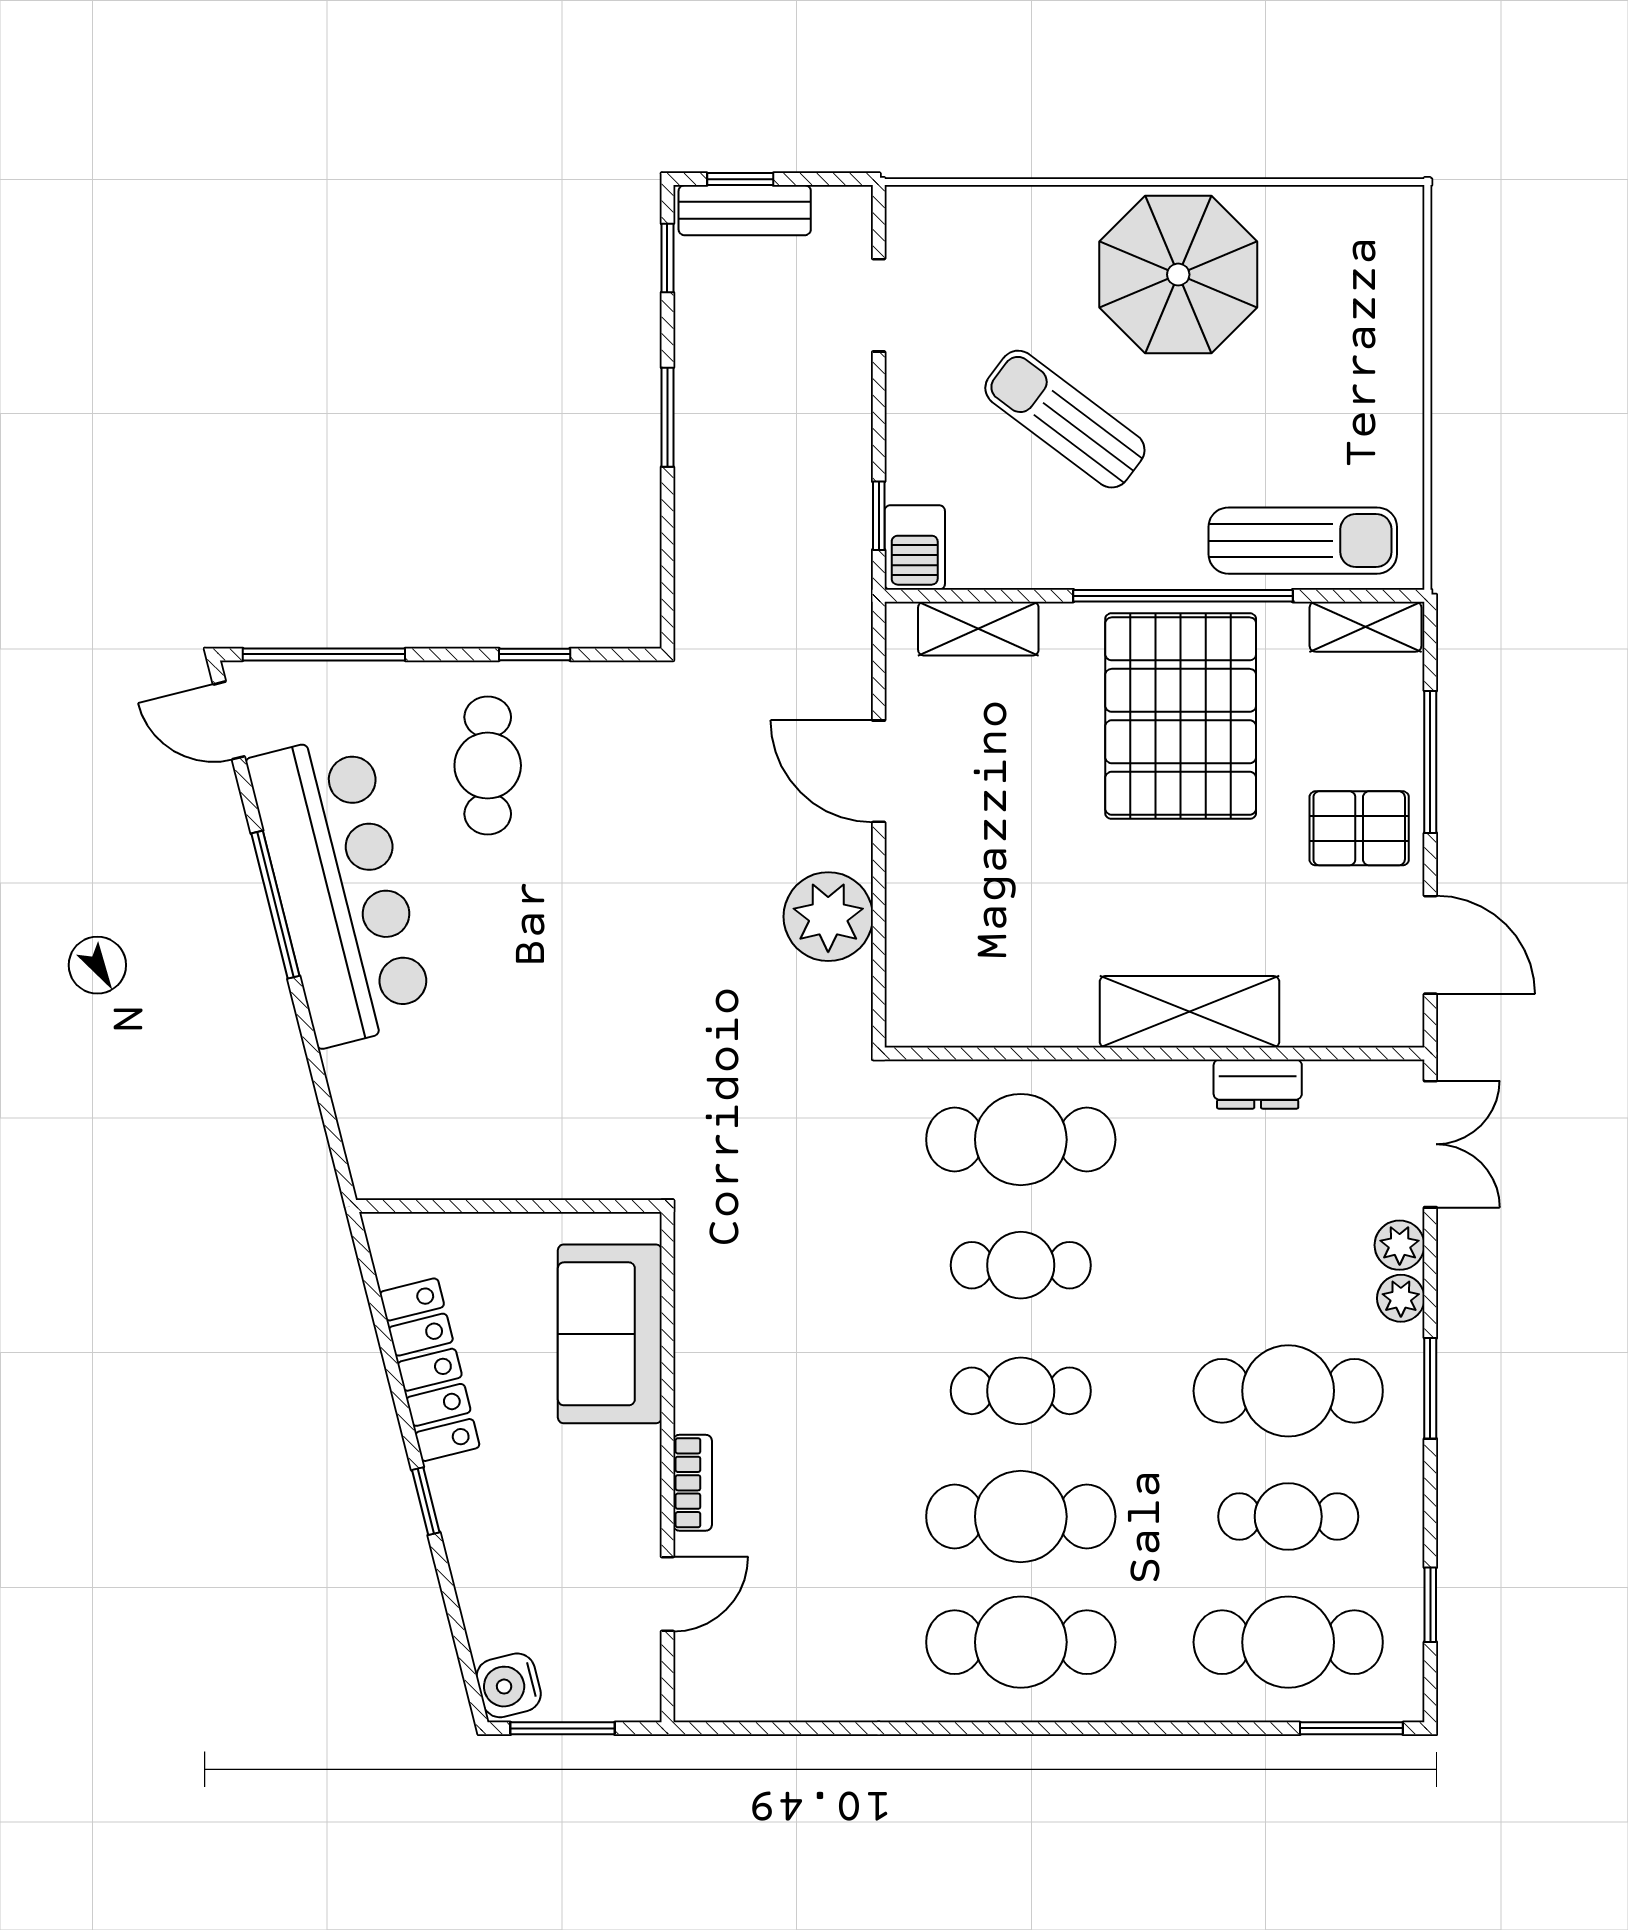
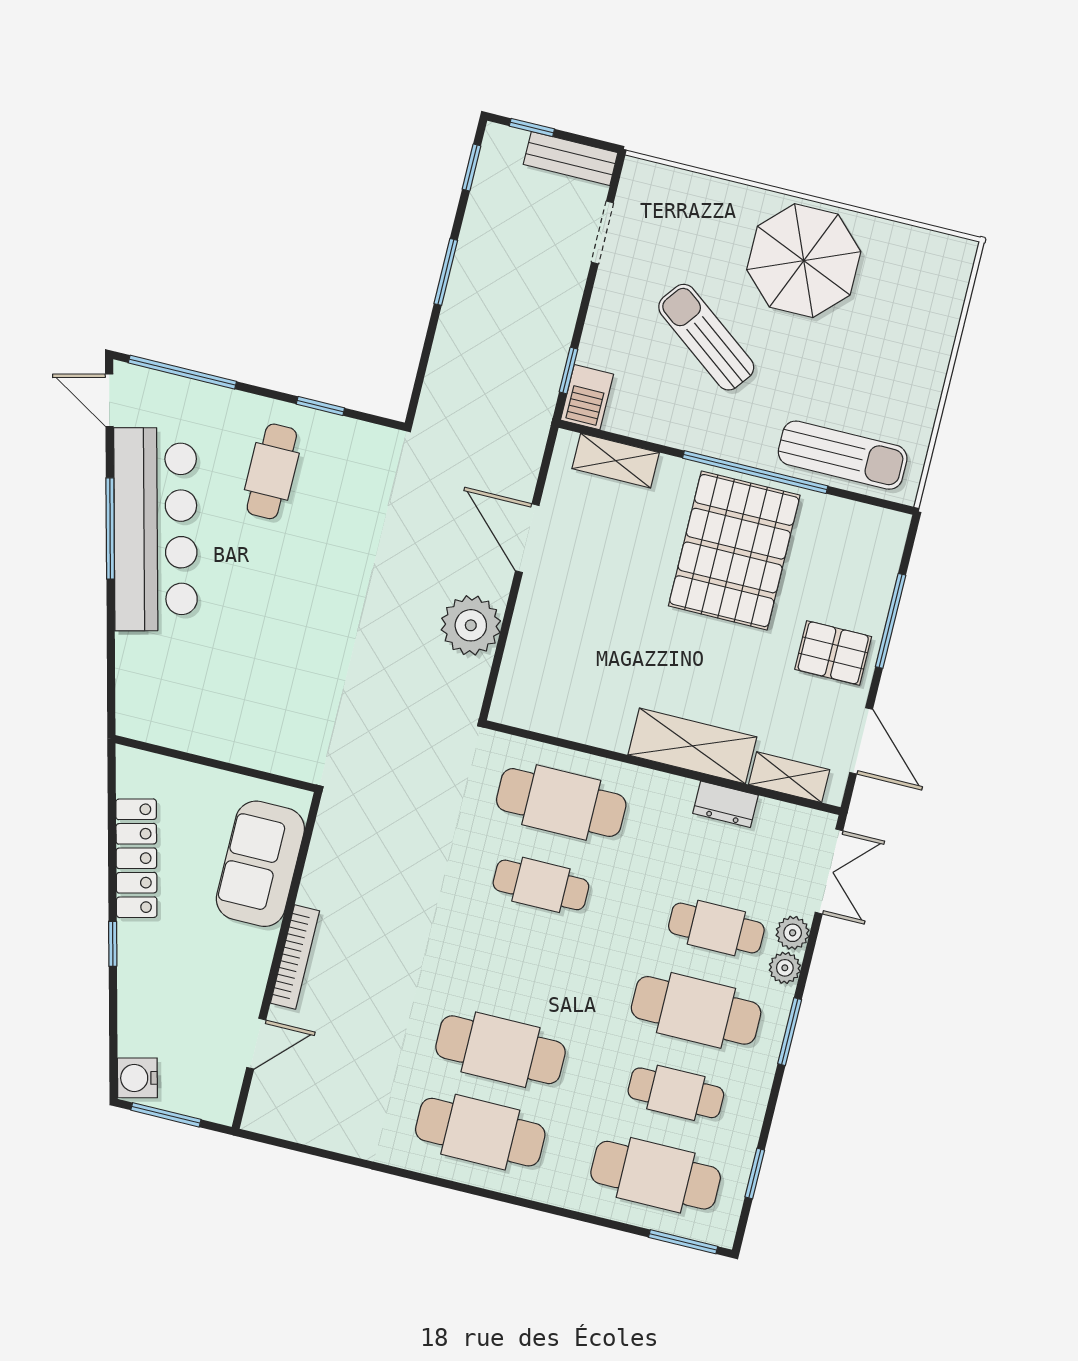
bench: (745, 210) -> (571, 159), moved
shelving: (1366, 627) -> (789, 777), moved
cafe table: (1021, 1391) -> (716, 928), moved
bookcase: (693, 1483) -> (295, 957), width x1.56

